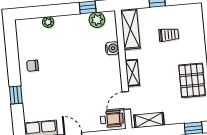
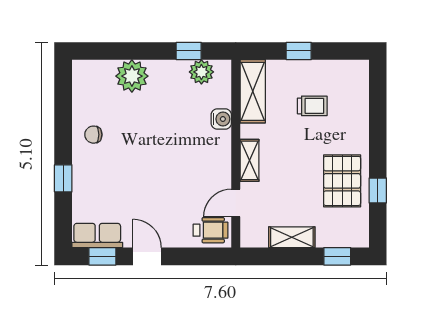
plant: (48, 22) -> (132, 76), width x1.87, depth x1.87
shelving: (149, 120) -> (292, 237), moved

